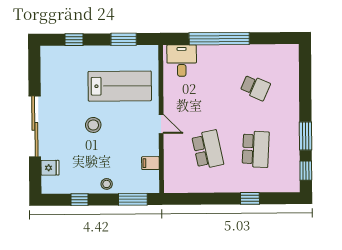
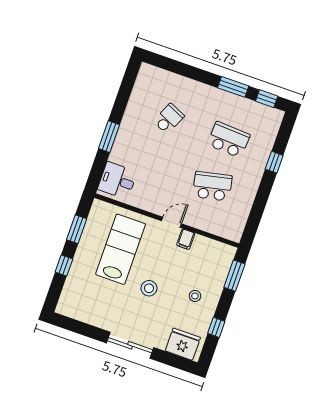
window: (219, 39) -> (109, 137), width x0.47
window: (74, 40) -> (64, 265), moved
sliding door: (35, 126) -> (130, 345), width x0.73
filing cabinet: (150, 163) -> (186, 239), moved
fridge: (50, 168) -> (183, 344), width x1.88, depth x1.34
stool: (107, 184) -> (195, 296), moved

